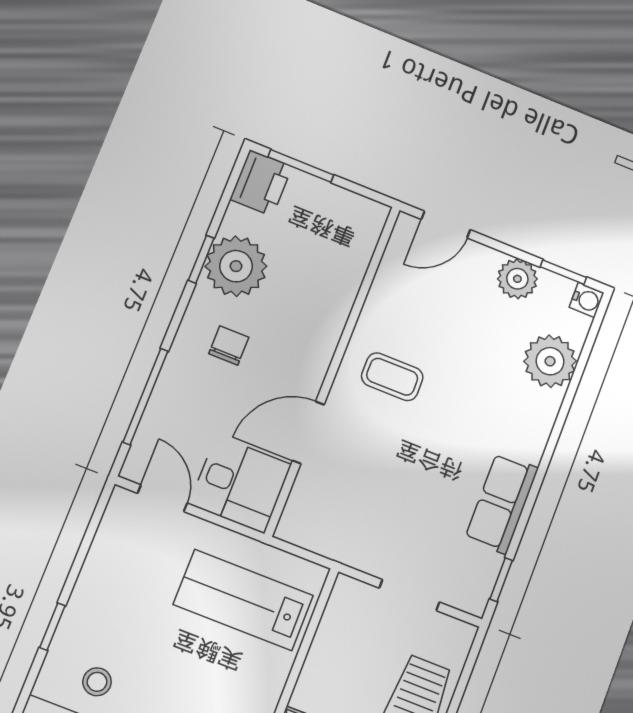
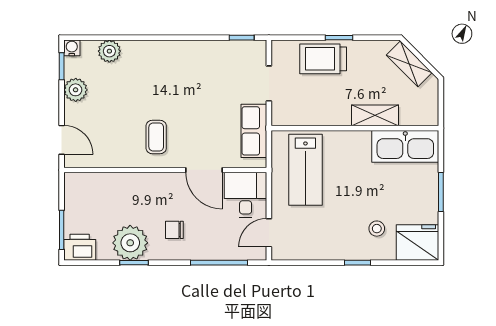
plant: (550, 361) -> (109, 51), width x0.73, depth x0.73
row of seats: (502, 503) -> (254, 131), moved, turned 90

